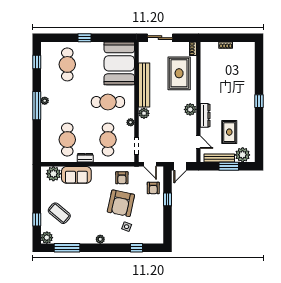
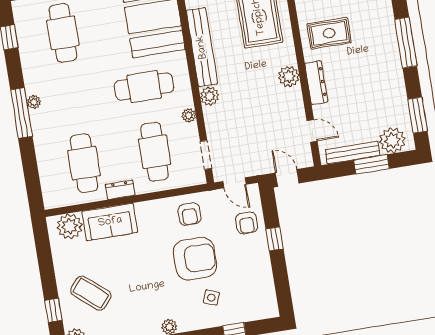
window: (259, 101) -> (406, 43), width x2.17
rug: (229, 132) -> (329, 33), moved, turned 90
window: (259, 143) -> (418, 115), added
door: (180, 166) -> (287, 178), swing flipped
armchair: (121, 203) -> (195, 259), turned -102

